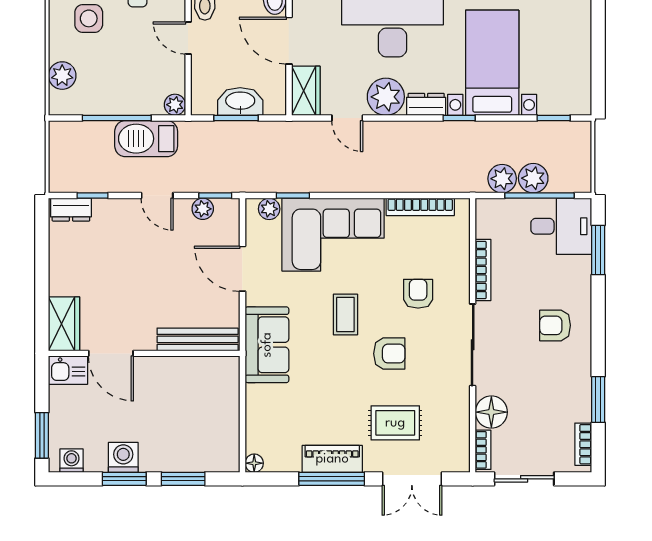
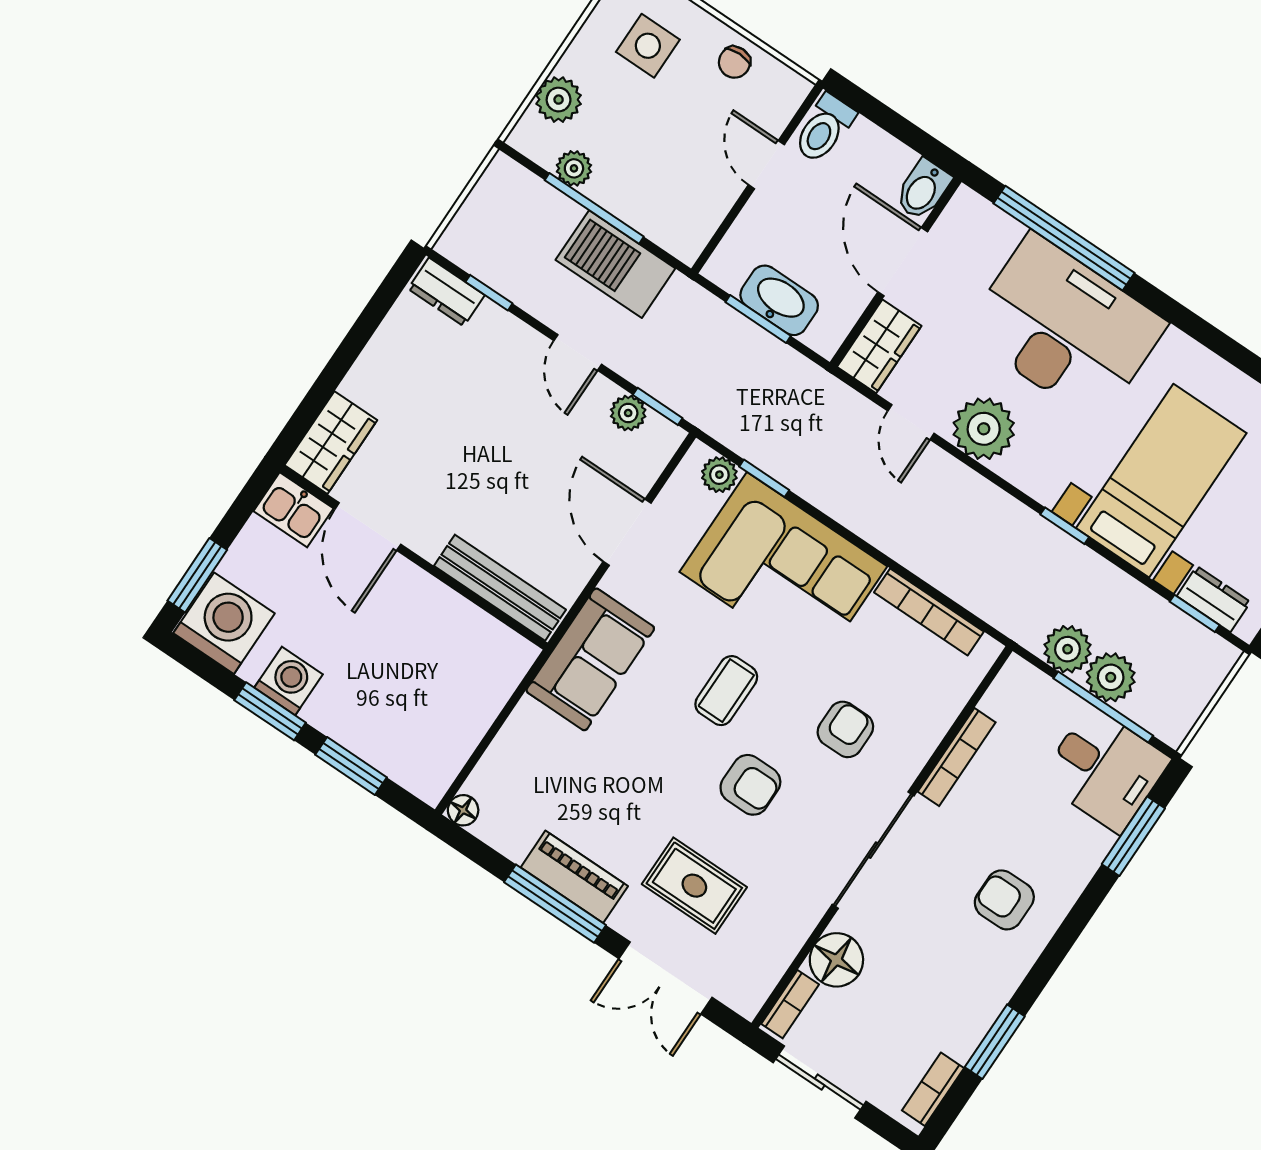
dresser: (426, 104) -> (1214, 599), moved
plant: (175, 105) -> (574, 168), moved
washing machine: (71, 461) -> (224, 623), width x1.89, depth x1.89

